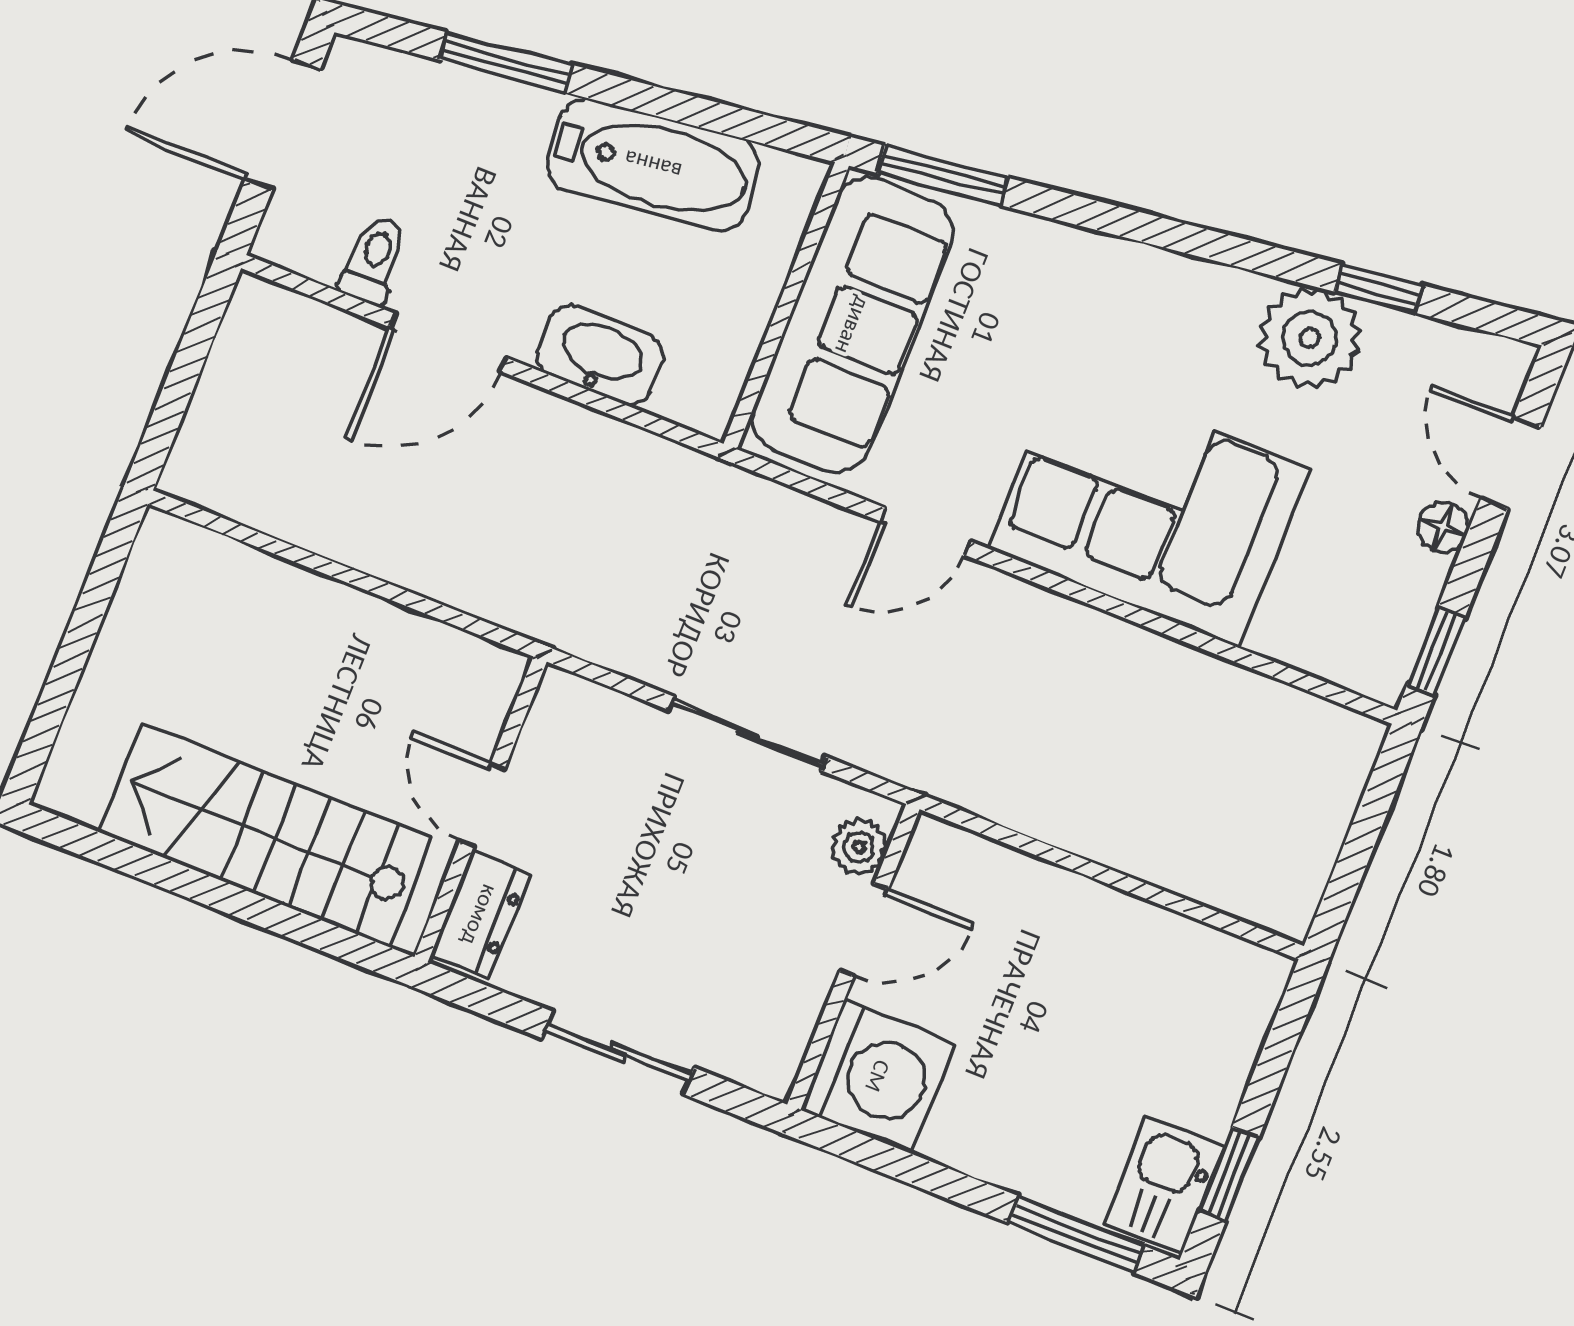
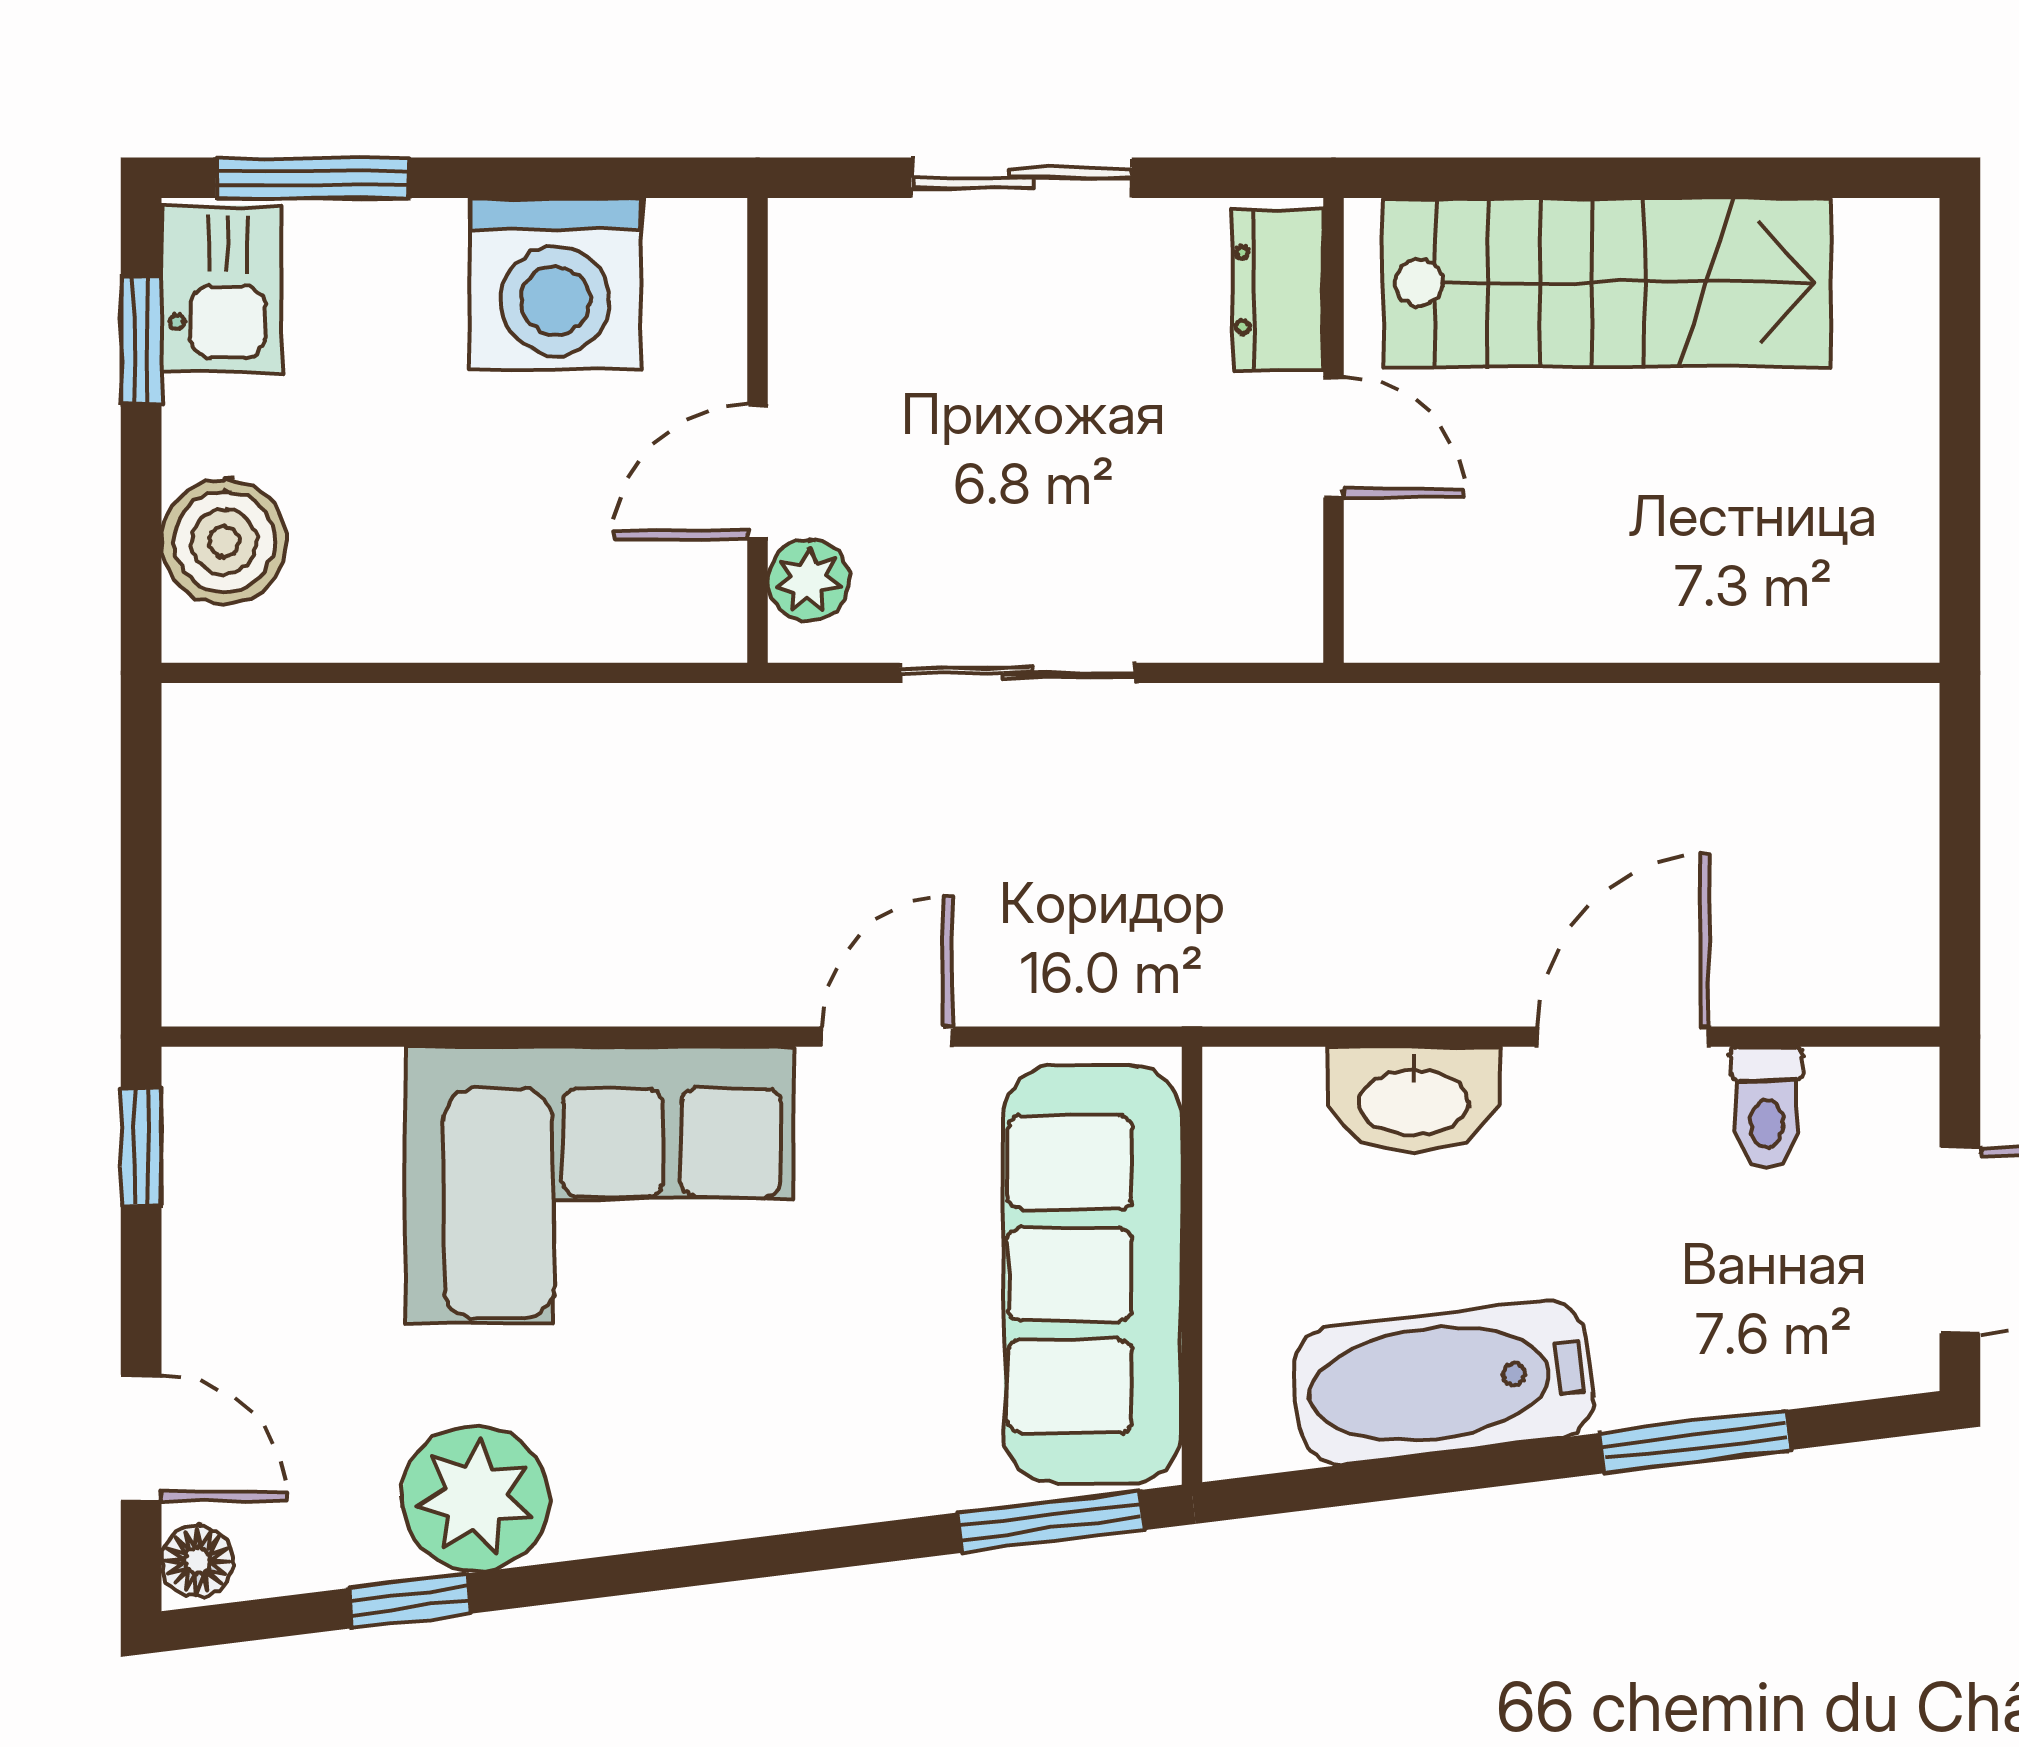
floor lamp: (1443, 527) -> (197, 1561), moved
boiler: (1227, 1022) -> (224, 541), added
washing machine: (878, 1076) -> (555, 284), moved, turned -90

